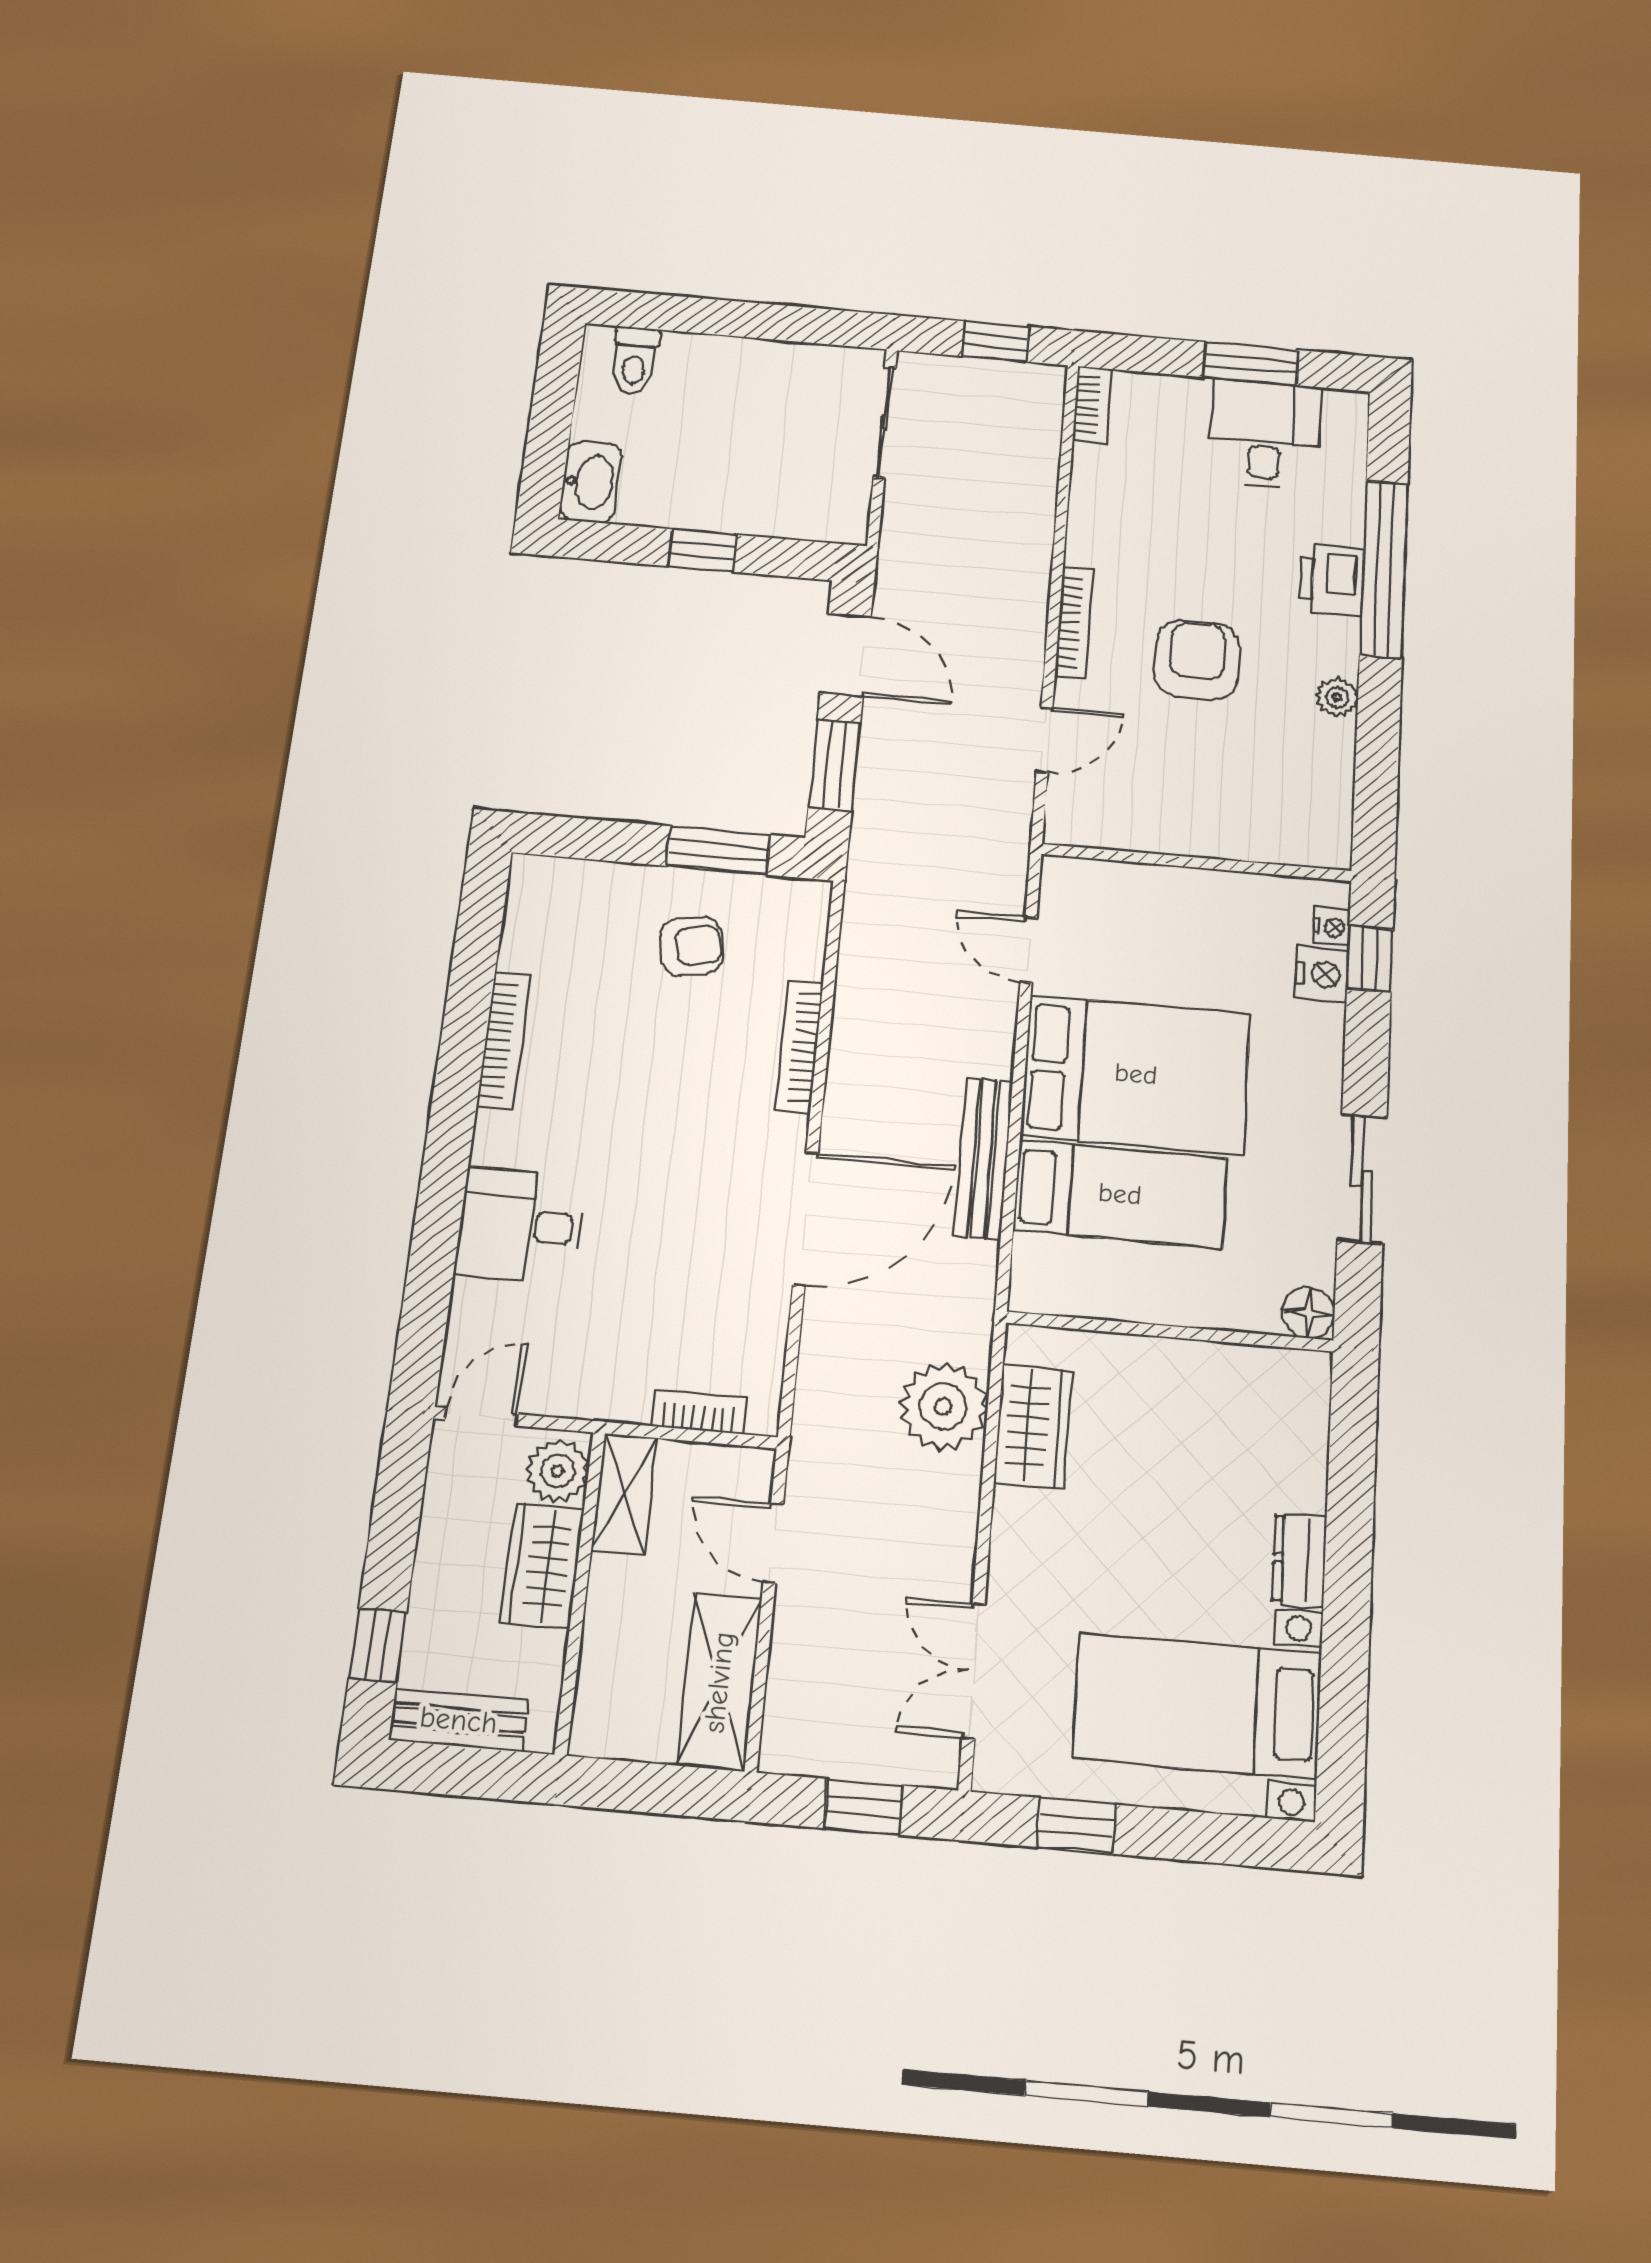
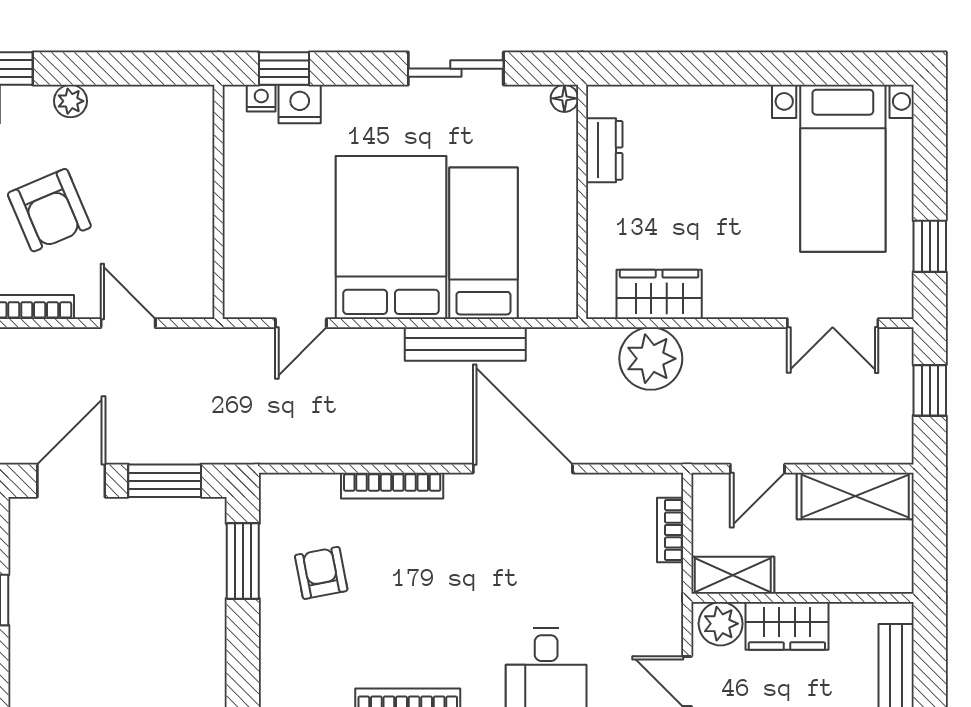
armchair: (1197, 660) -> (49, 210), turned -113
floor lamp: (1309, 1313) -> (564, 98), width x0.73, depth x0.73
dresser: (1299, 1560) -> (604, 150), moved, turned -90

